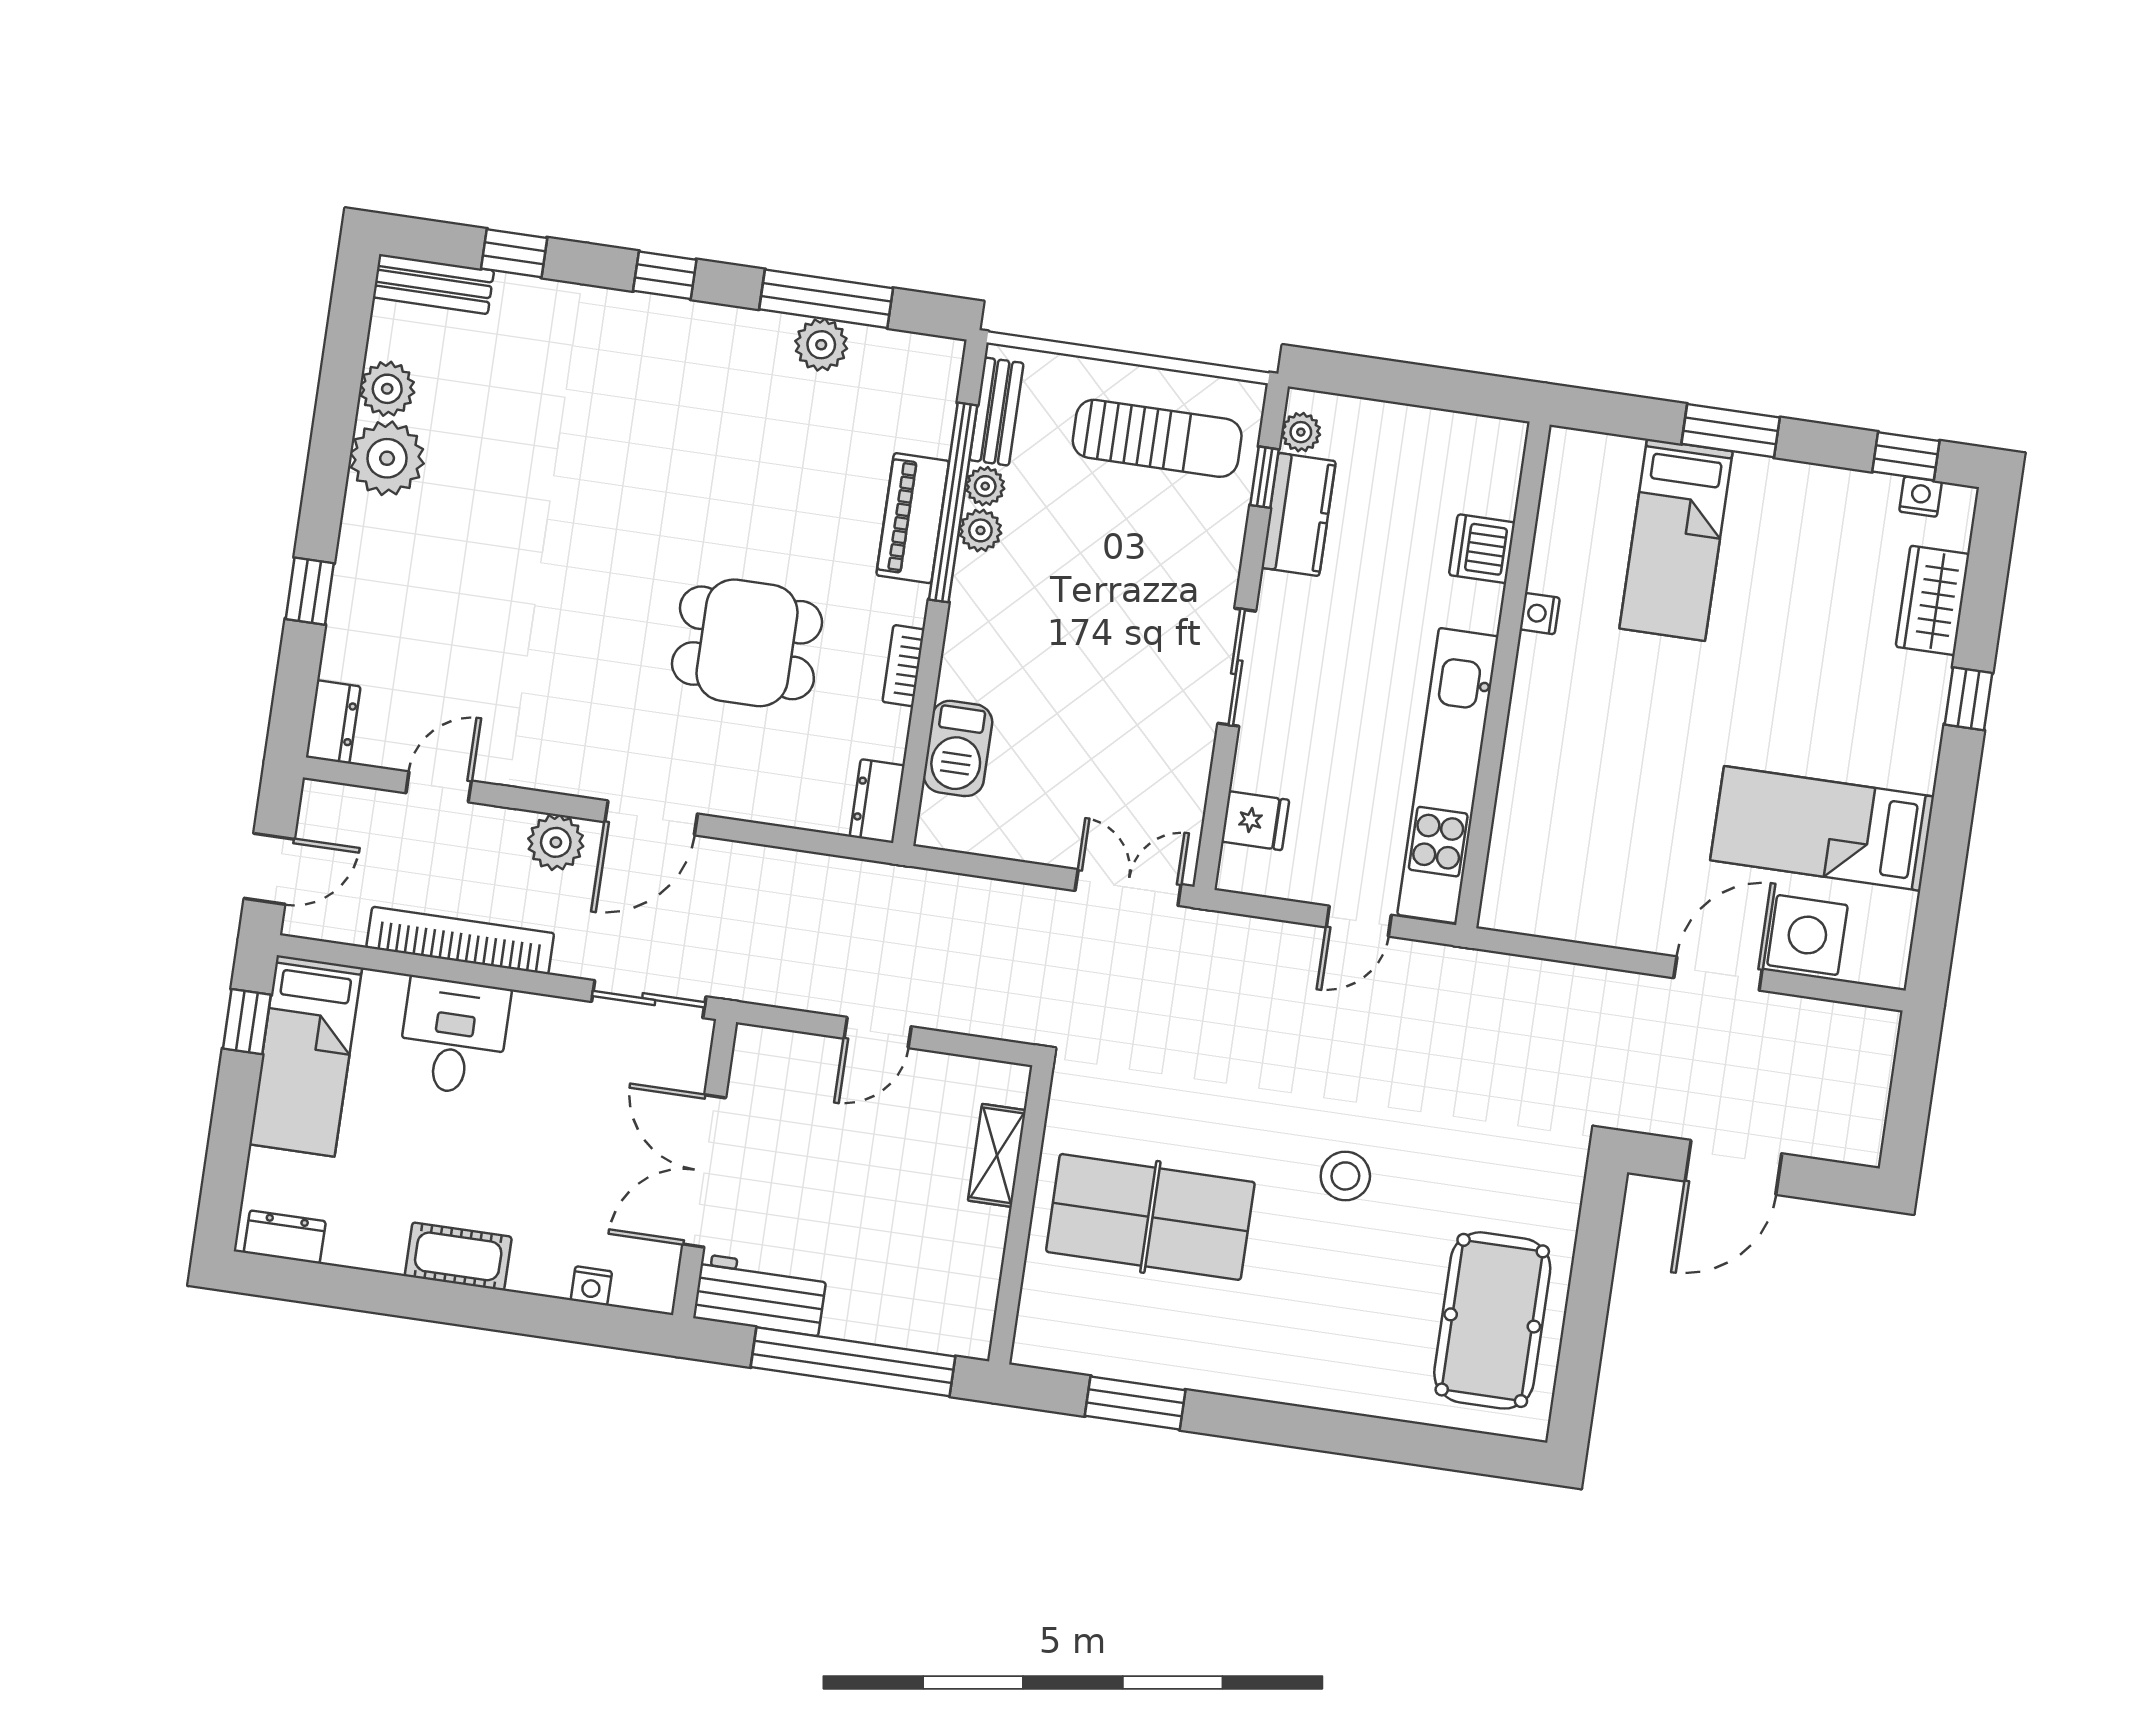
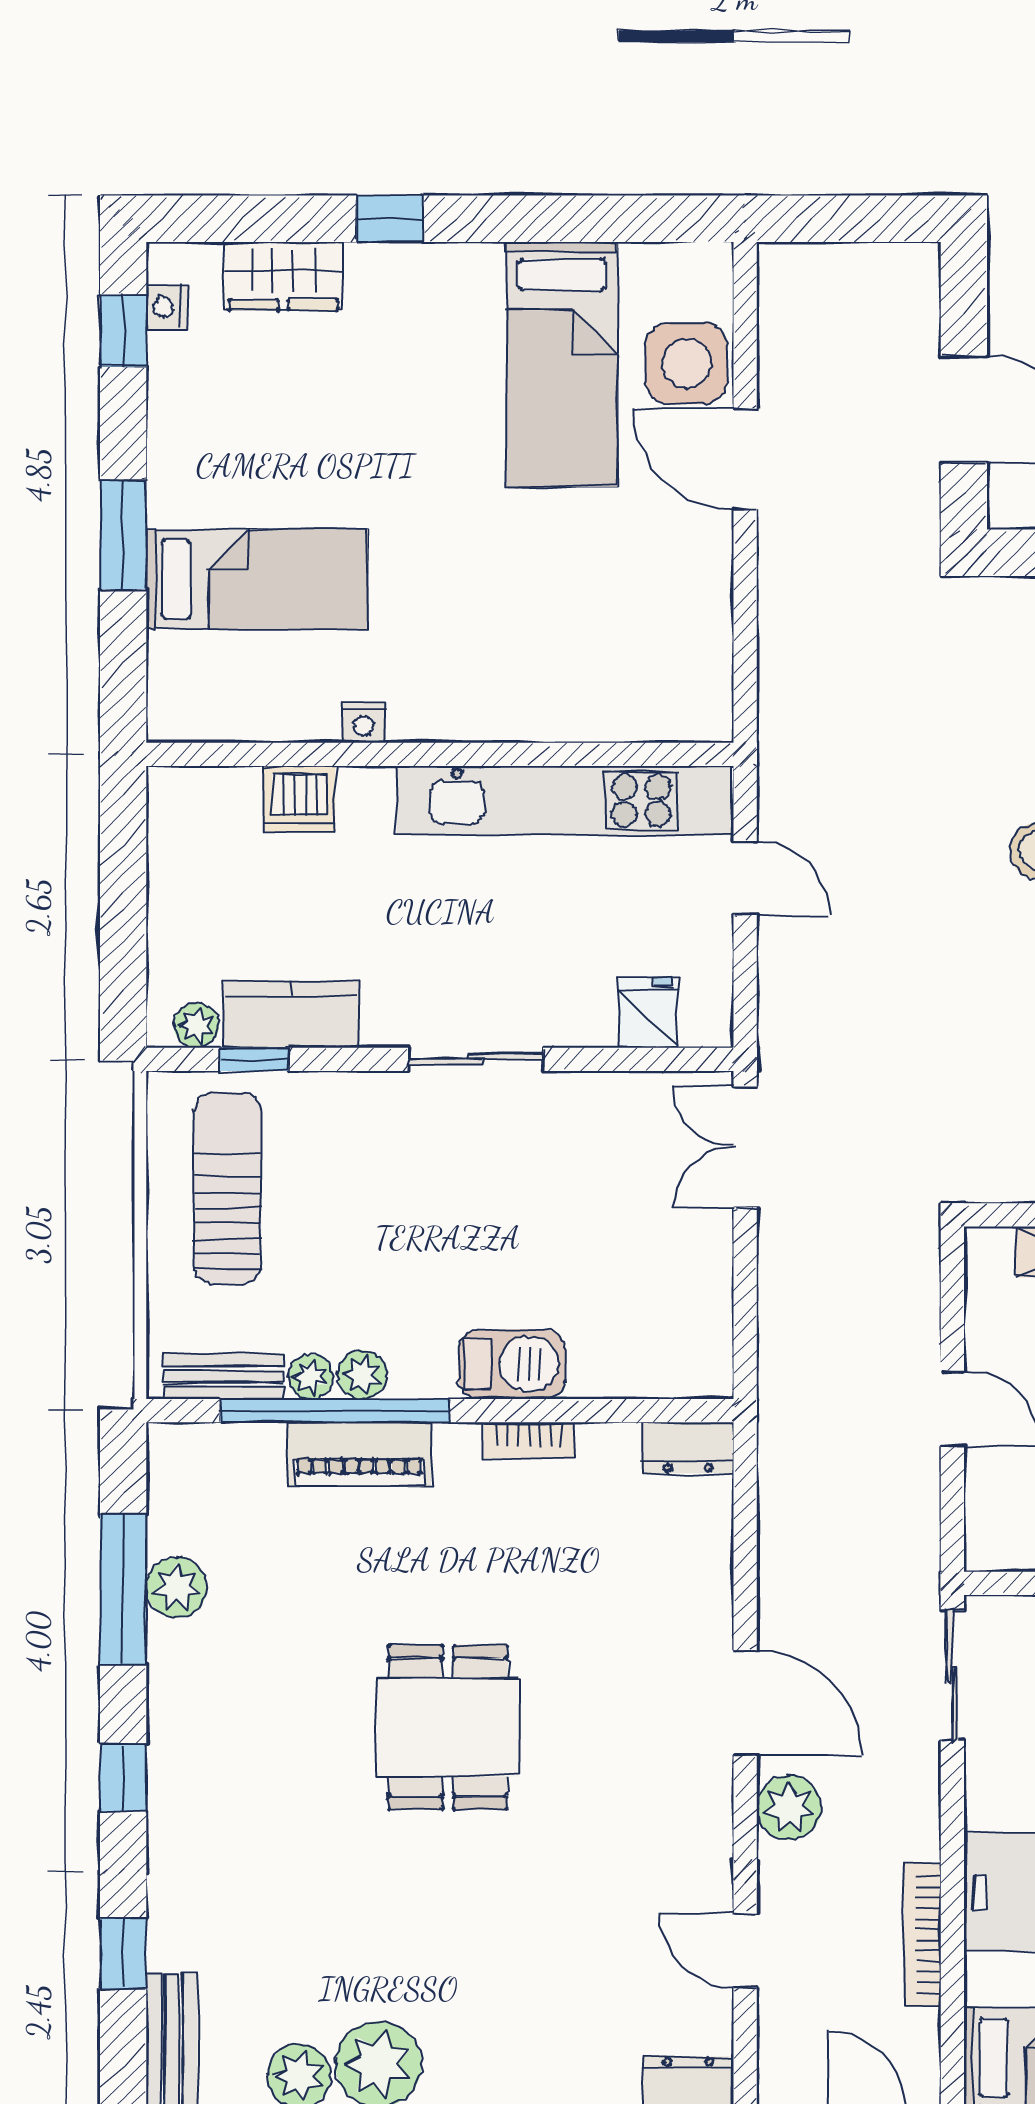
dining table: (747, 643) -> (448, 1727), moved
barbecue: (958, 748) -> (512, 1364), moved
bookcase: (460, 940) -> (923, 1935), width x0.68, depth x0.76

